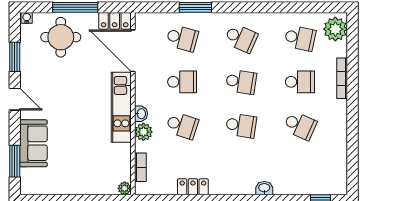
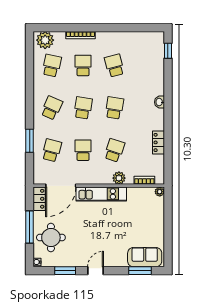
washbasin: (141, 114) -> (106, 180), removed
school desk: (300, 126) -> (114, 66), turned -39
sofa: (33, 143) -> (145, 257), moved
washbasin: (264, 188) -> (159, 102), moved

